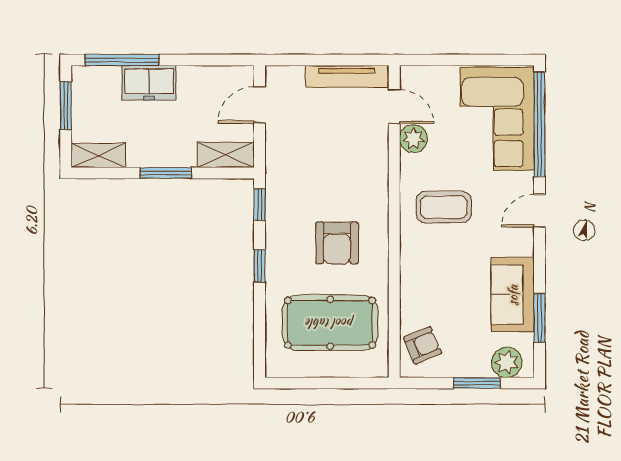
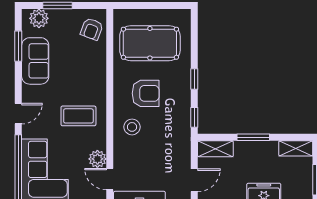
stool: (359, 189) -> (132, 127), added
armchair: (337, 243) -> (146, 93), turned 90
armchair: (423, 345) -> (92, 29), turned -46

